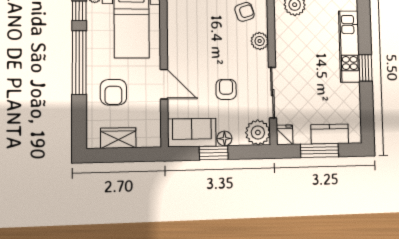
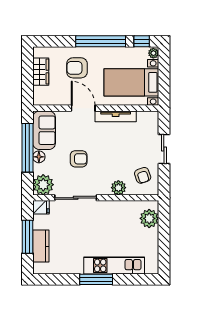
tv unit: (174, 44) -> (116, 116), added
window: (366, 68) -> (96, 279), width x1.44
door: (164, 84) -> (83, 108), swing flipped
window: (214, 153) -> (27, 148), width x2.11

